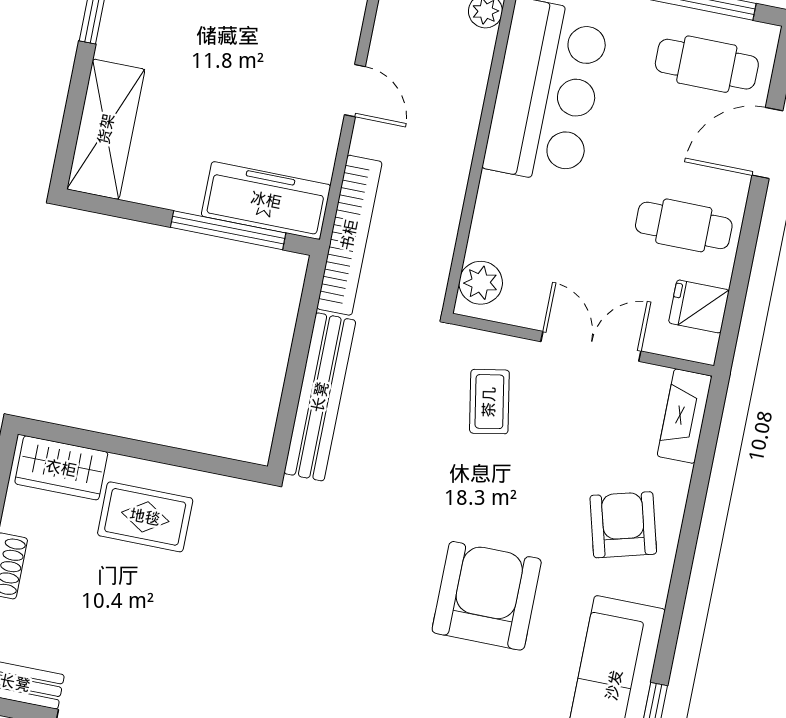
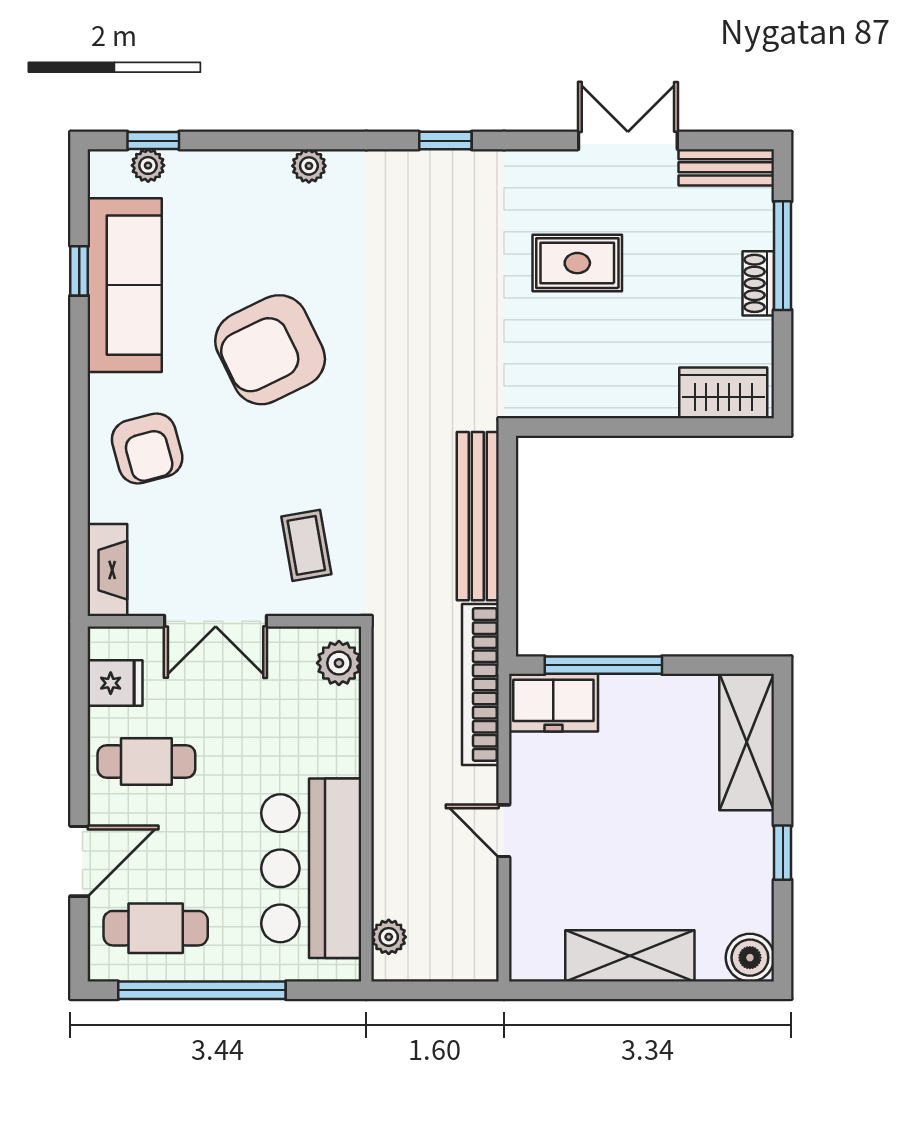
freezer: (266, 200) -> (553, 703), width x0.71
rug: (145, 517) -> (577, 263), moved
armchair: (487, 596) -> (270, 350), turned 64

